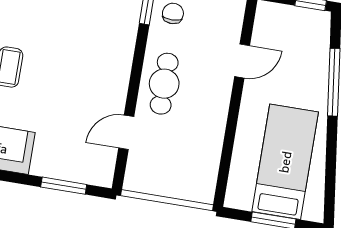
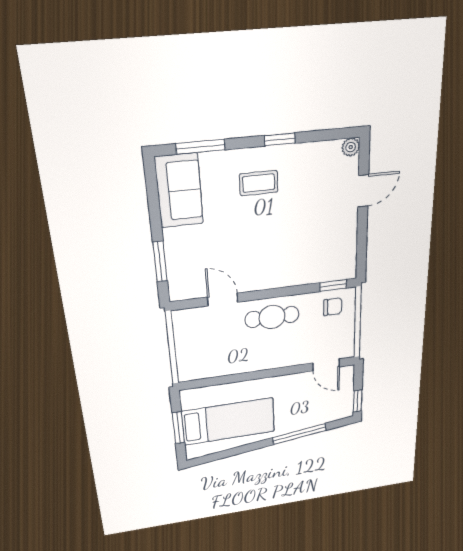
door: (242, 61) -> (326, 365), moved

